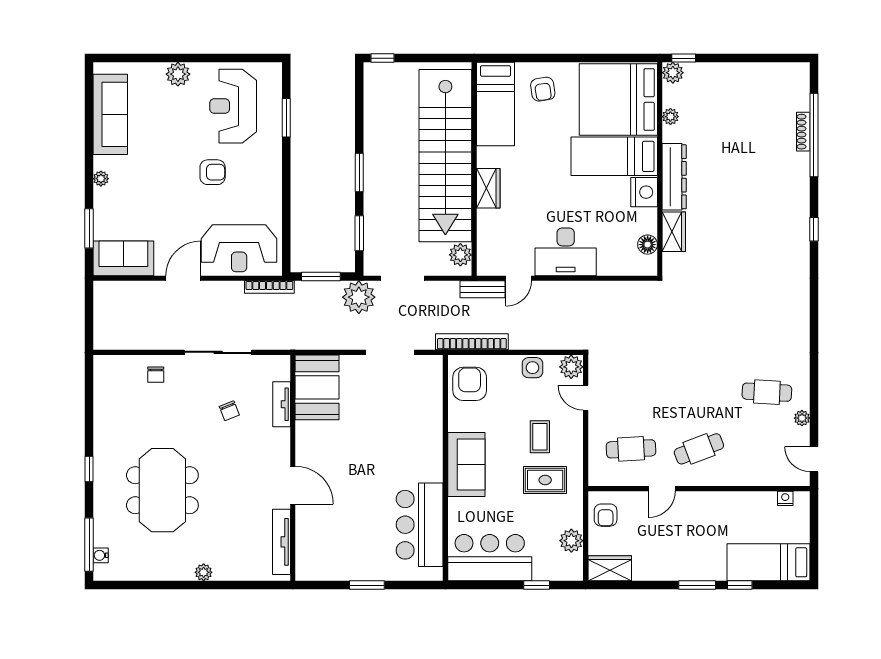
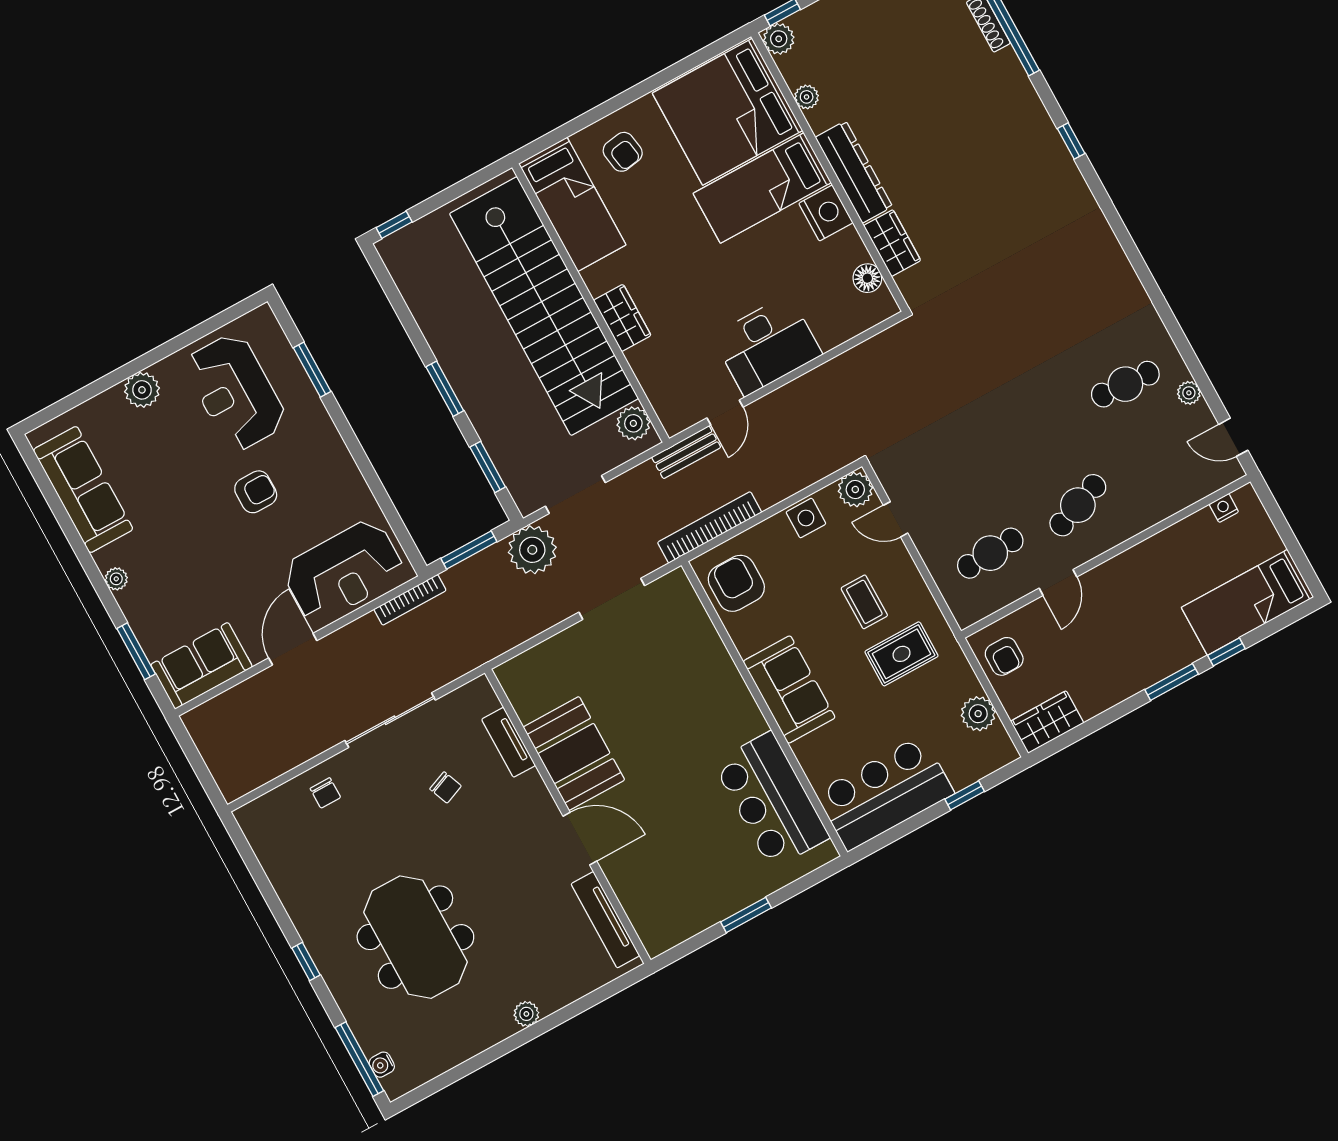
booth: (317, 387) -> (574, 753), moved

